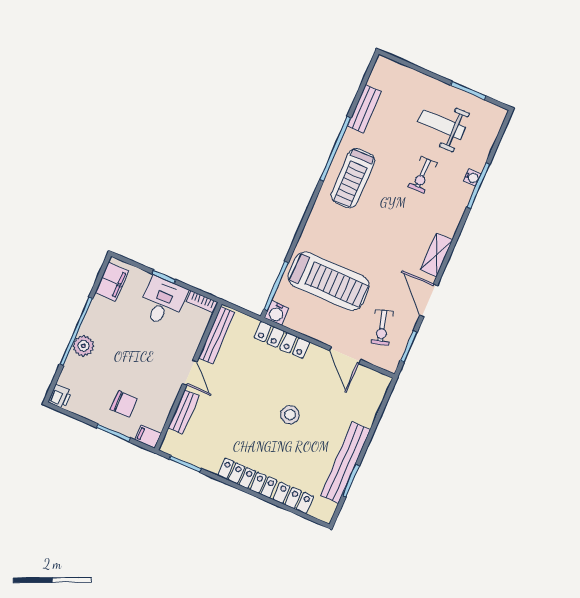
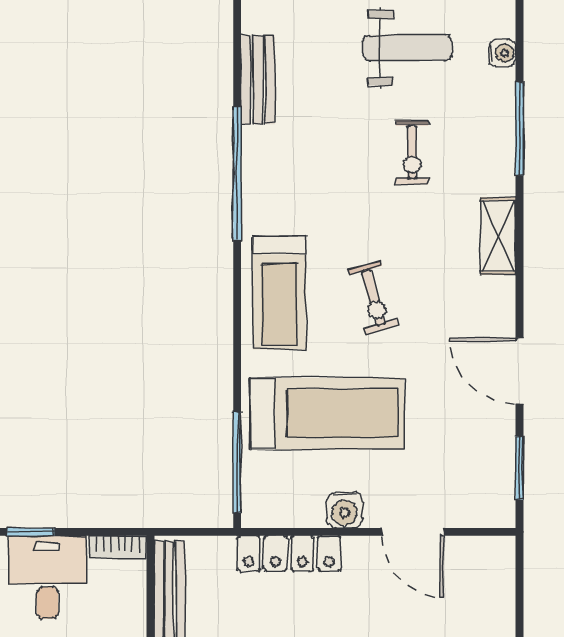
weight bench: (442, 124) -> (407, 48), turned 180
treadmill: (353, 178) -> (279, 293), moved
water cooler: (472, 178) -> (502, 53), moved
shelving: (436, 255) -> (498, 236), moved
water cooler: (277, 313) -> (345, 510), moved
exercise bike: (382, 327) -> (373, 298), moved

